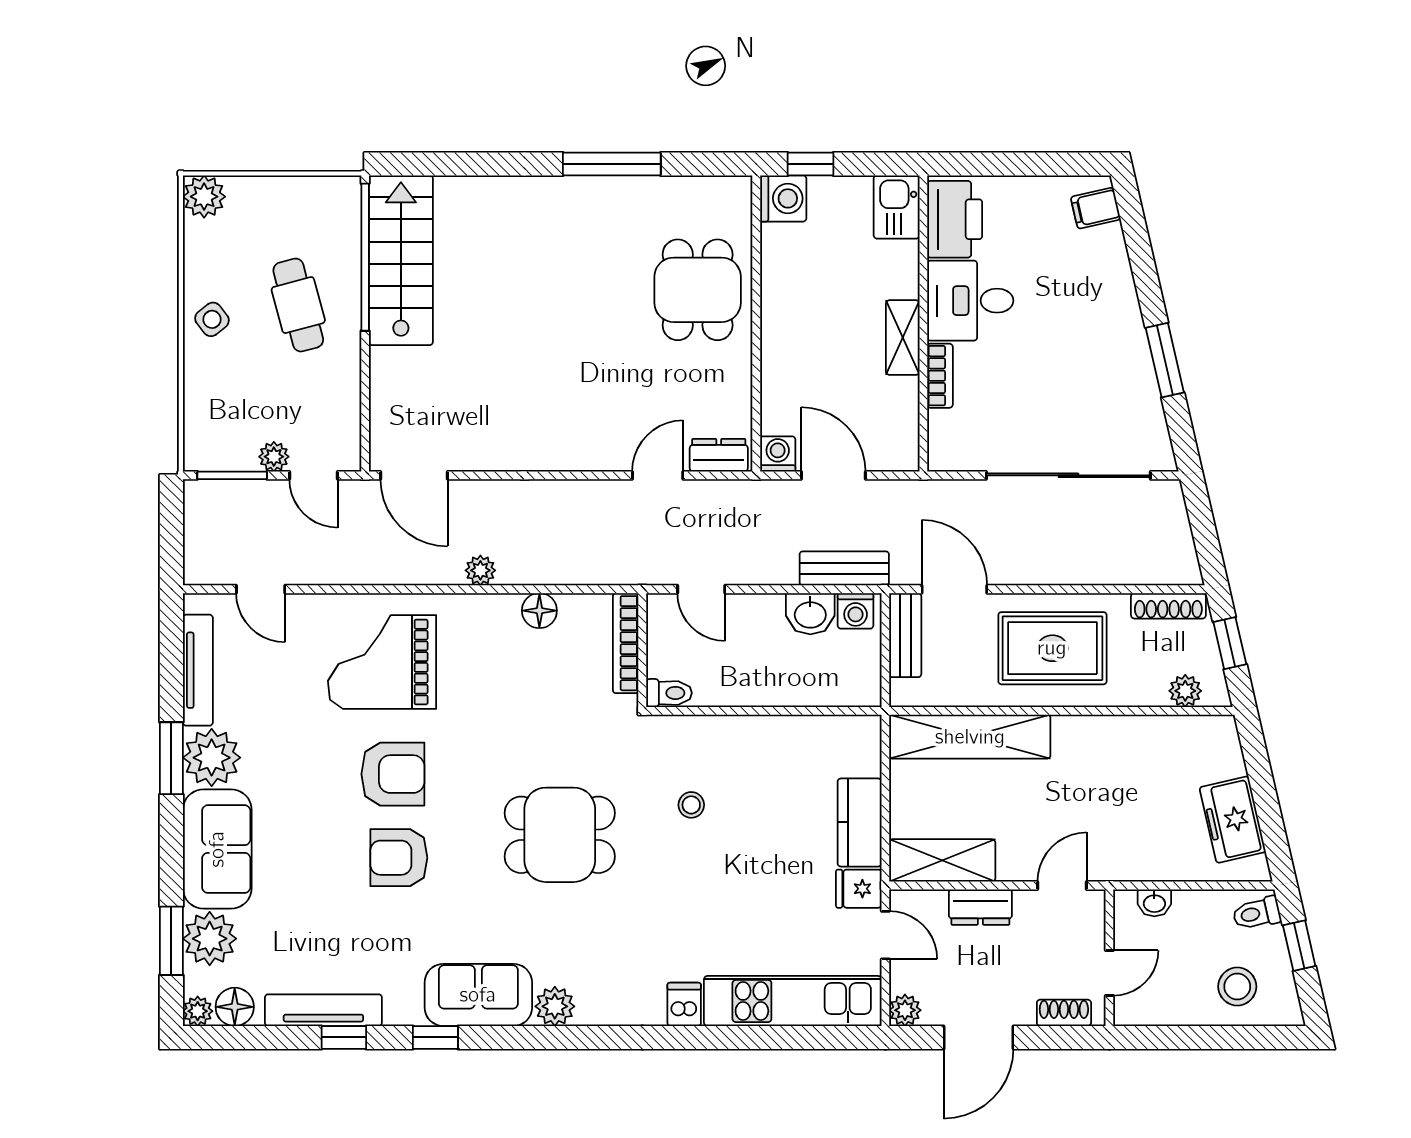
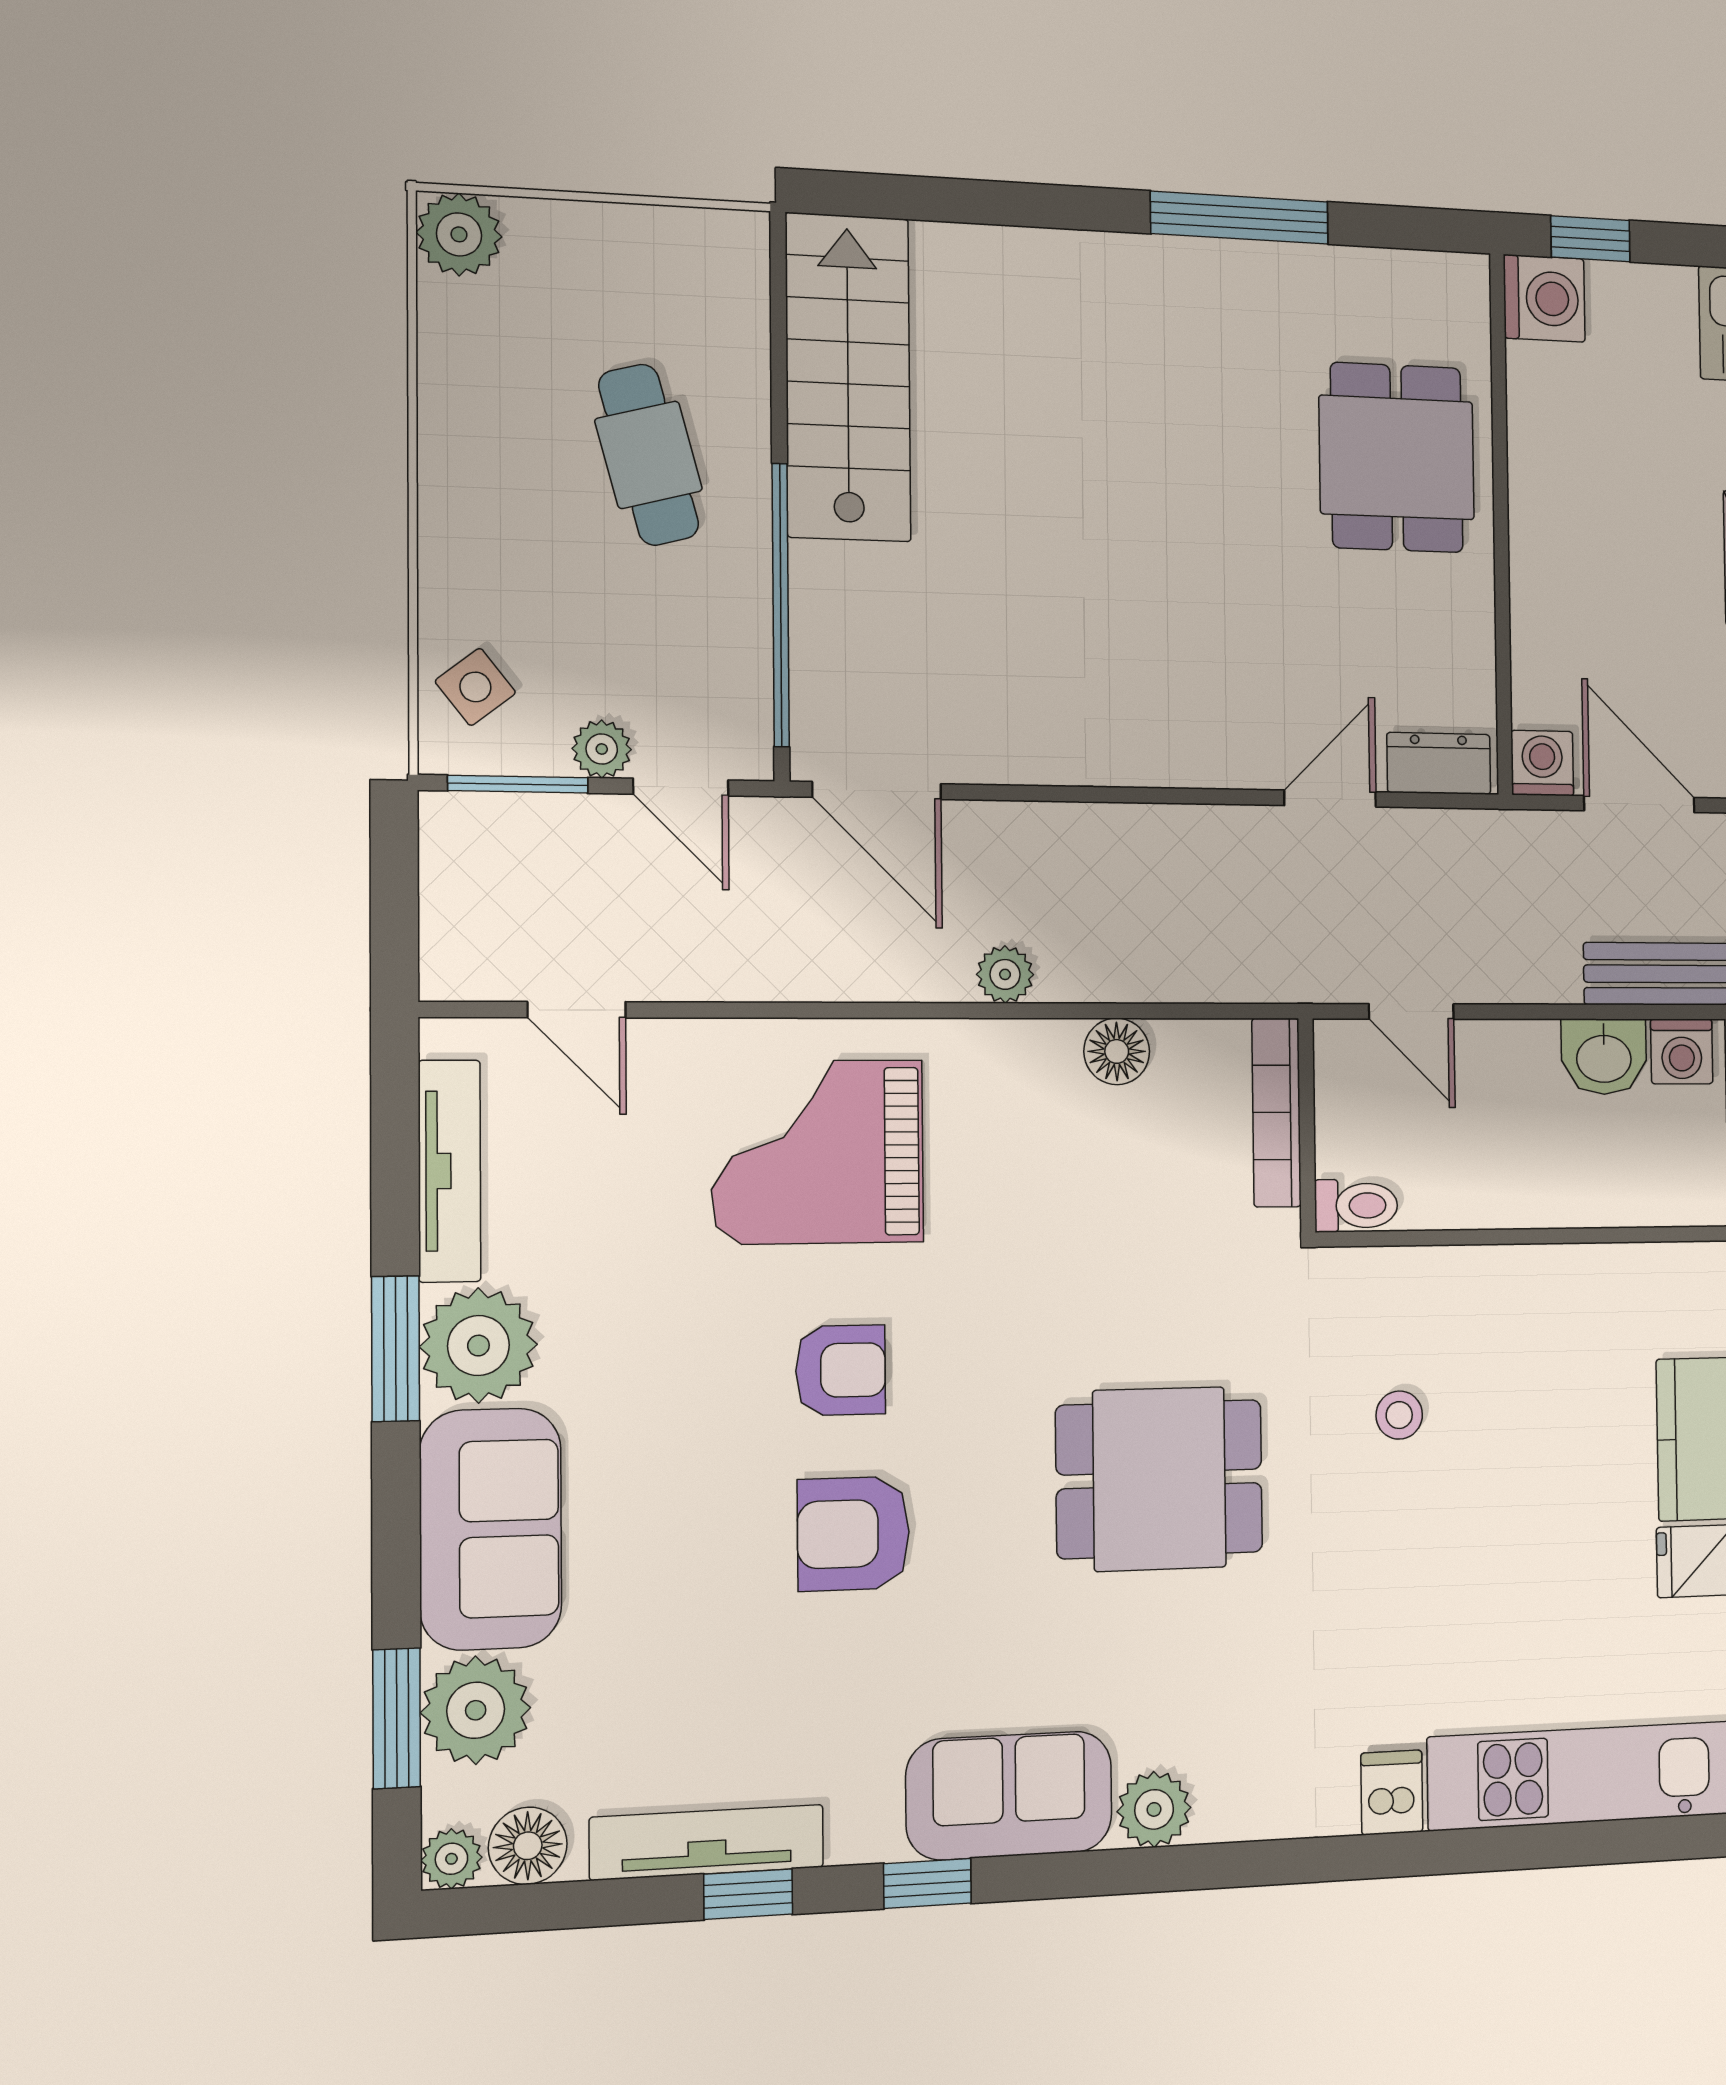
window: (365, 257) -> (781, 605), moved
side table: (212, 319) -> (475, 687), moved
armchair: (393, 774) -> (841, 1370), width x0.72, depth x0.72

